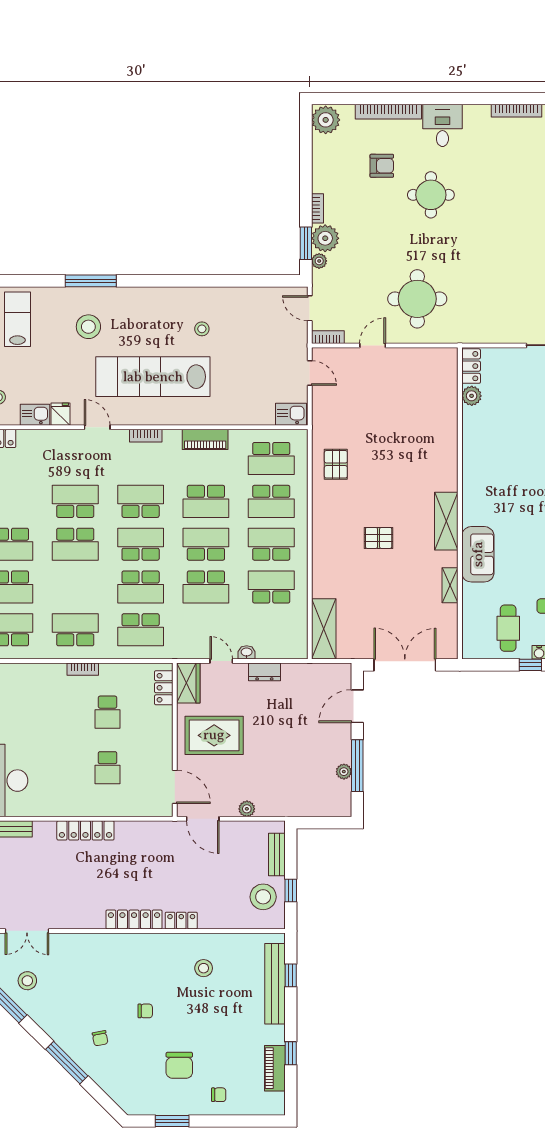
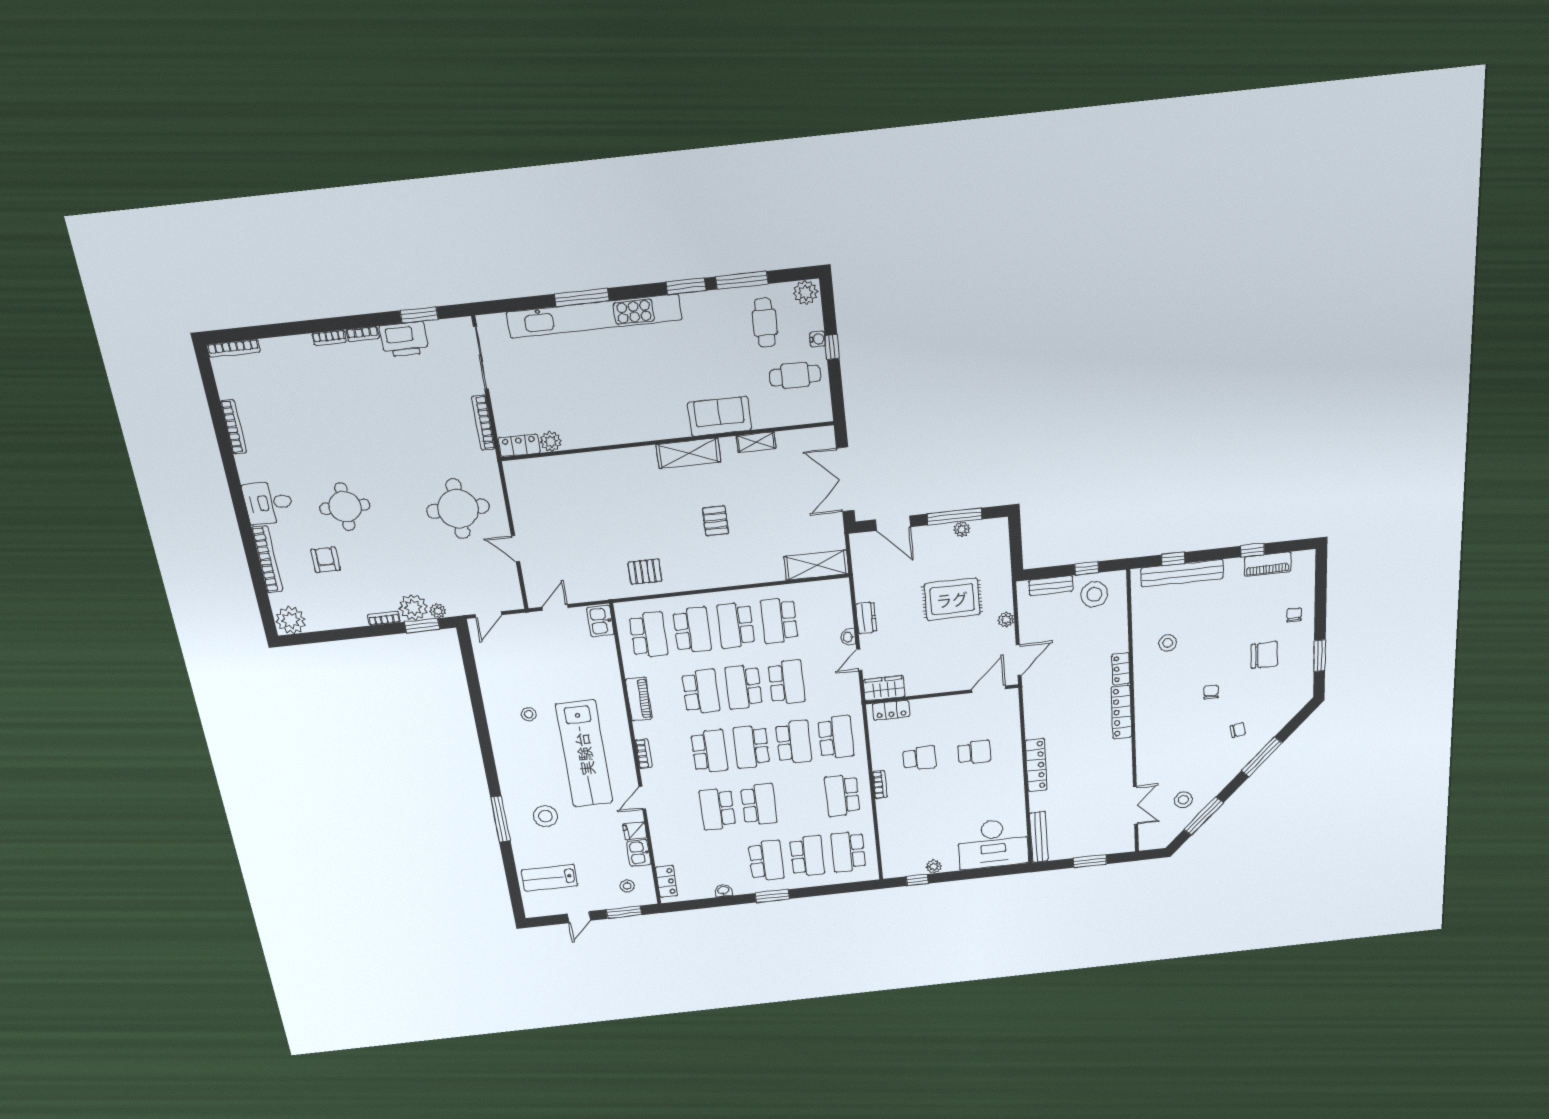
bookcase: (328, 337) -> (483, 423), moved, width x1.56
school desk: (141, 501) -> (709, 751), turned 180
rug: (214, 735) -> (952, 599), moved, turned 90

